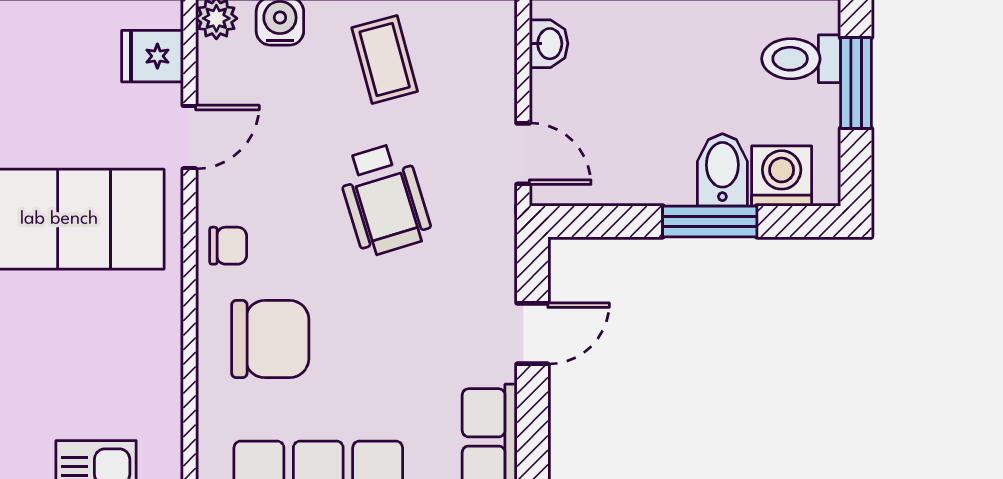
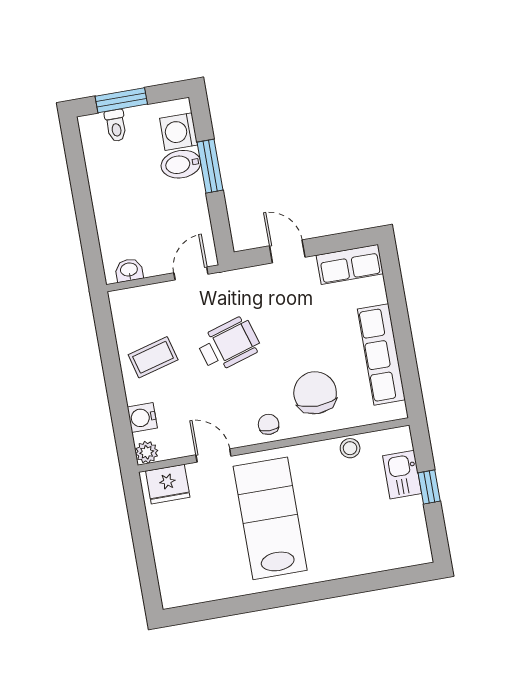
fridge: (152, 56) -> (168, 484), width x1.38
toilet: (801, 59) -> (116, 126), width x0.73, depth x0.72
stool: (160, 384) -> (350, 448), added

